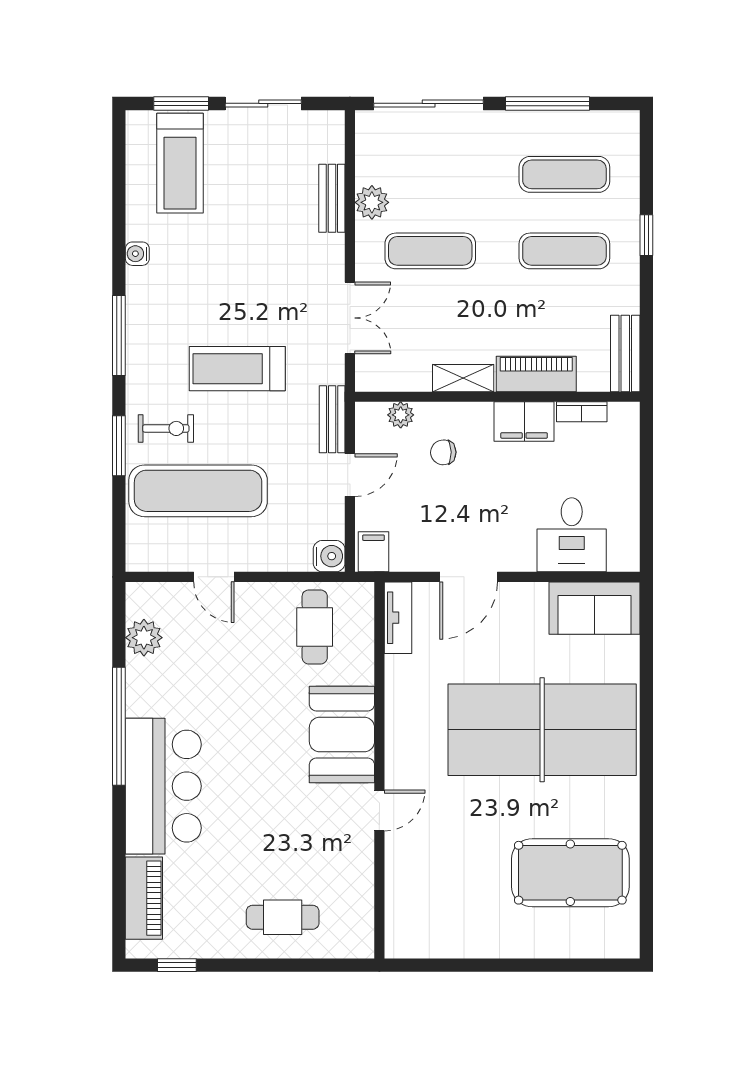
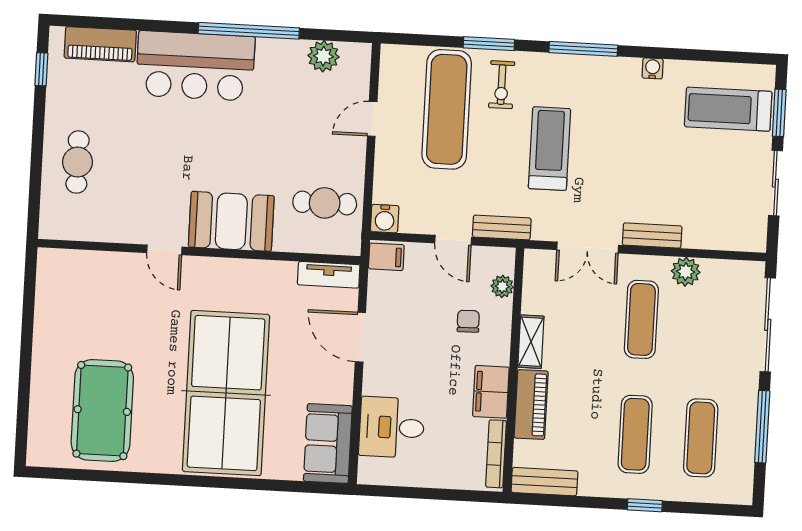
bench: (332, 198) -> (652, 236), moved
bookcase: (582, 412) -> (496, 454), width x1.56

